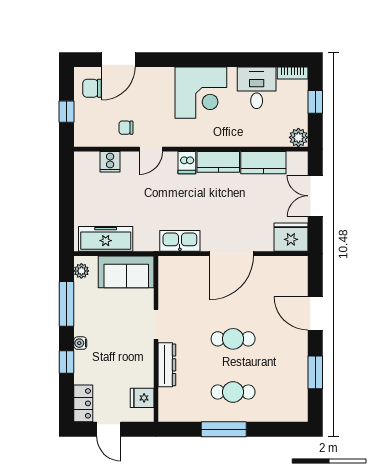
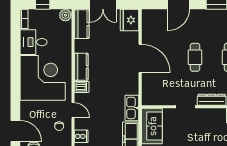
corner desk: (201, 93) -> (43, 78), width x1.36, depth x1.36
kitchen counter: (263, 163) -> (82, 24), moved
kitchen sink: (180, 241) -> (132, 108), moved

